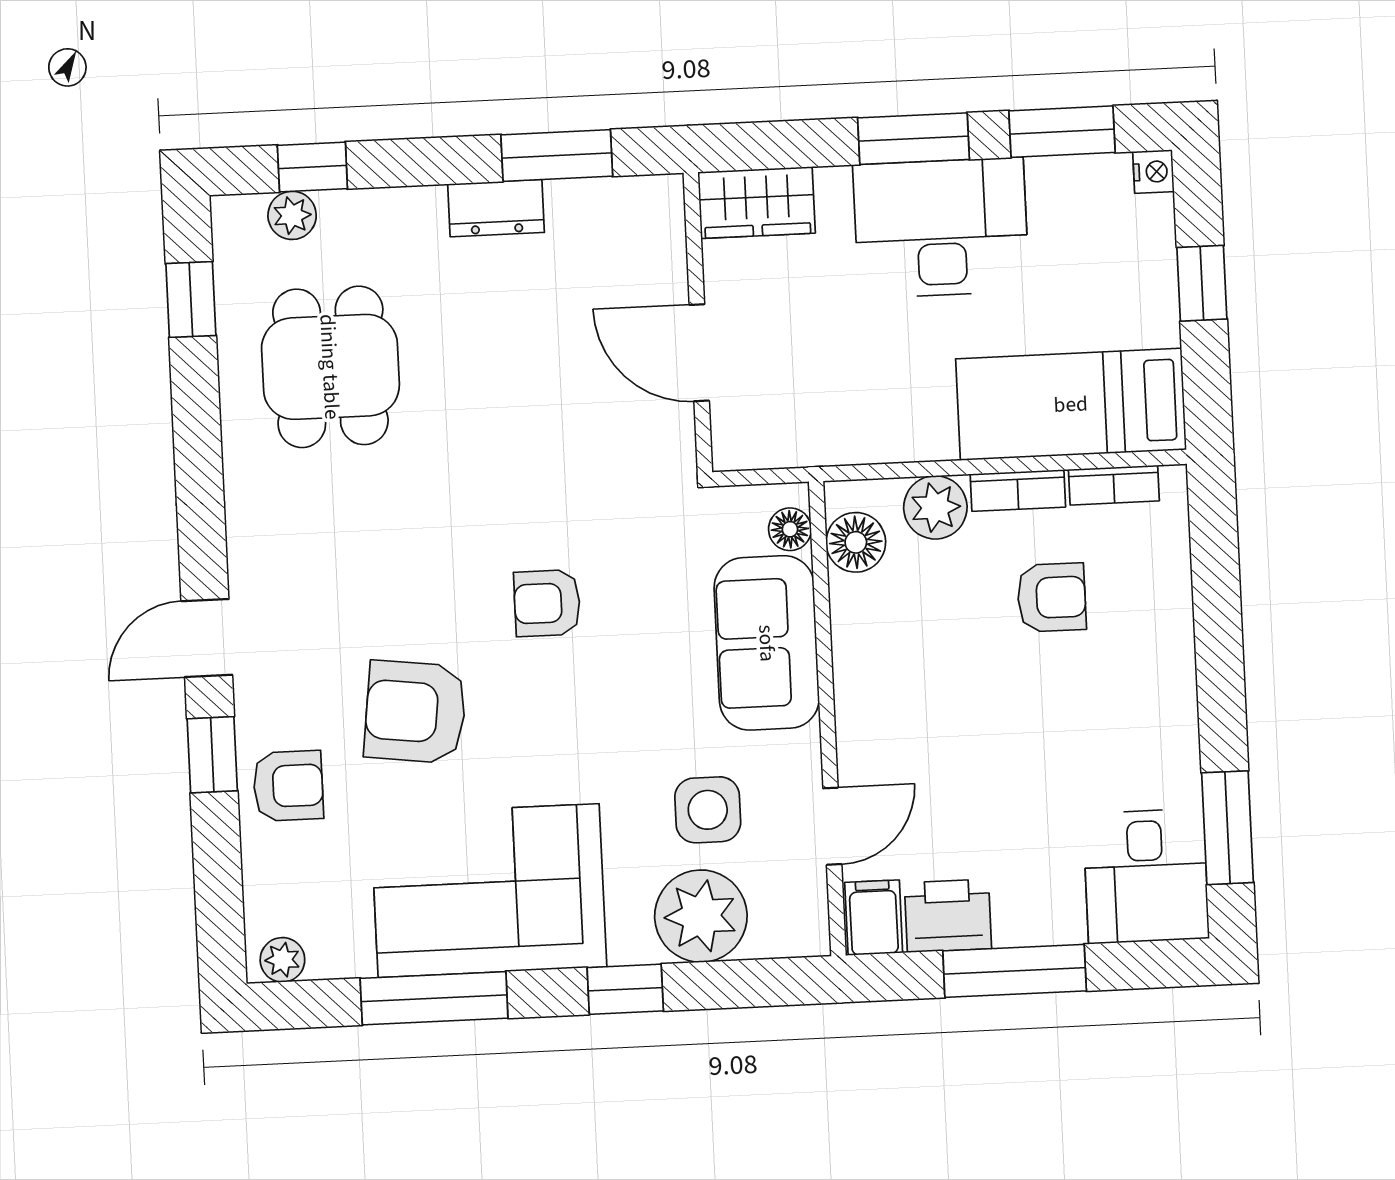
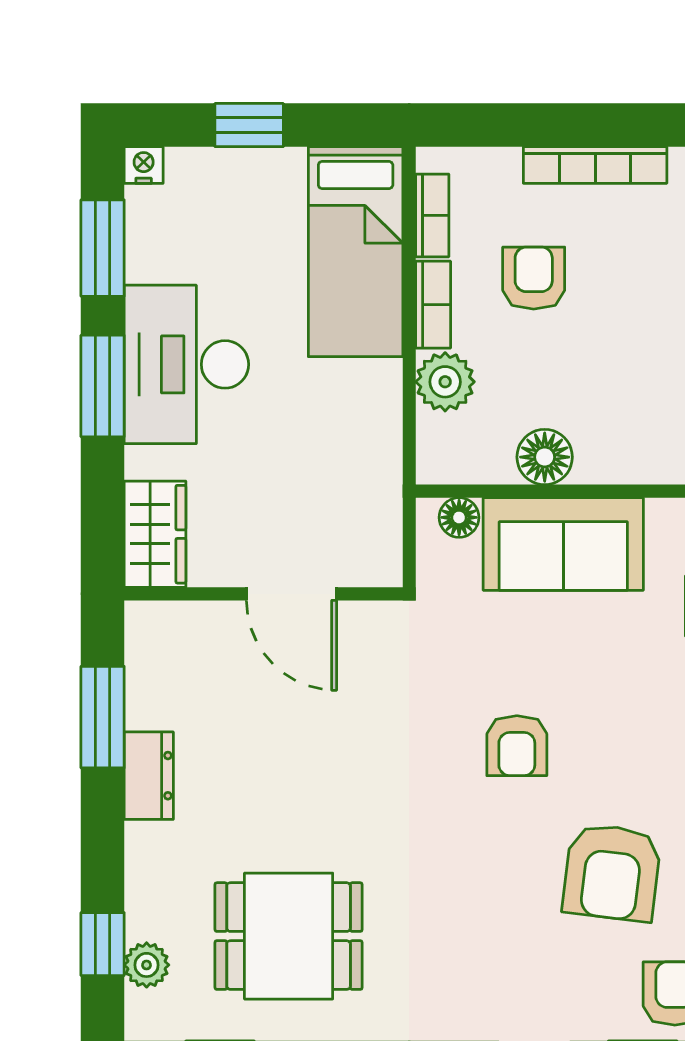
door: (699, 353) -> (291, 594), hinge flipped
floor lamp: (856, 542) -> (545, 457), moved
bookcase: (1176, 658) -> (595, 165), added

